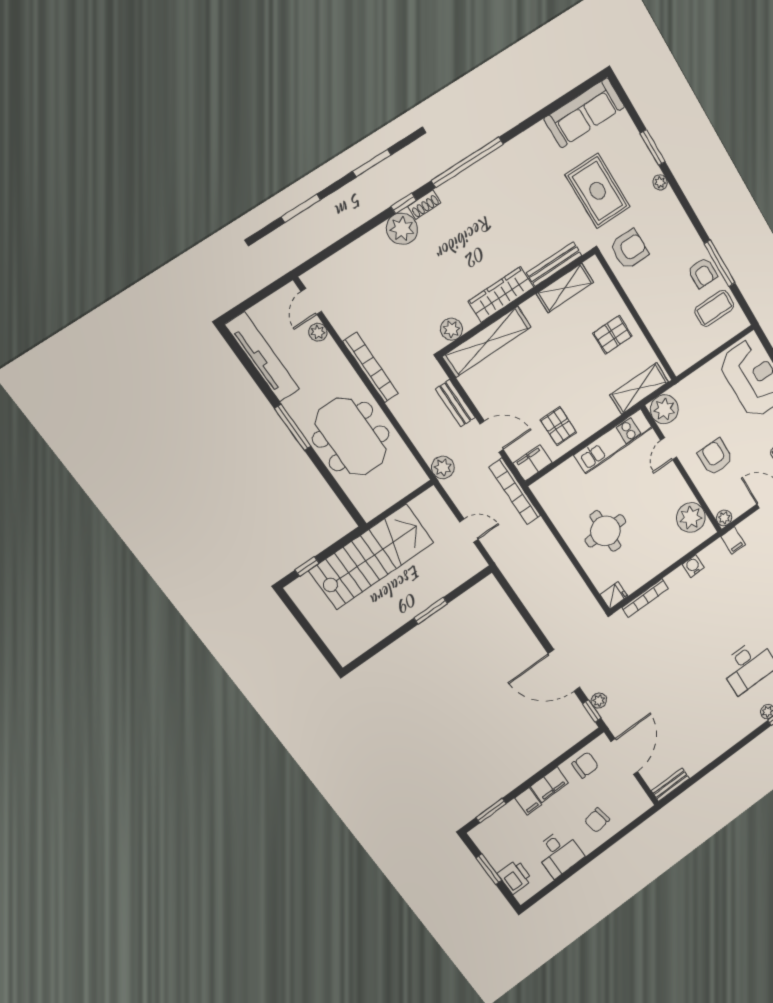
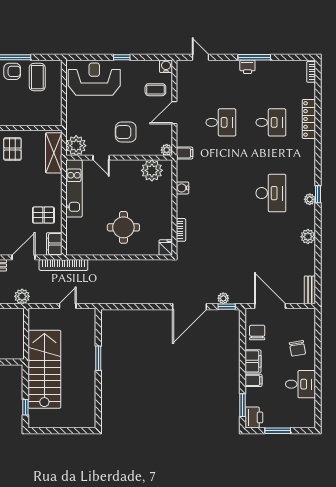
bookcase: (645, 598) -> (181, 230), width x0.64
plant: (727, 740) -> (308, 237), added
printer: (515, 877) -> (254, 417), moved, turned 90

